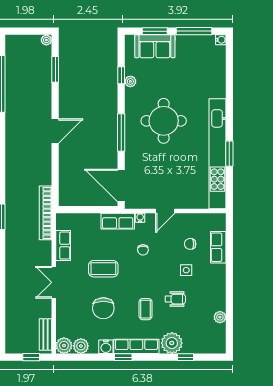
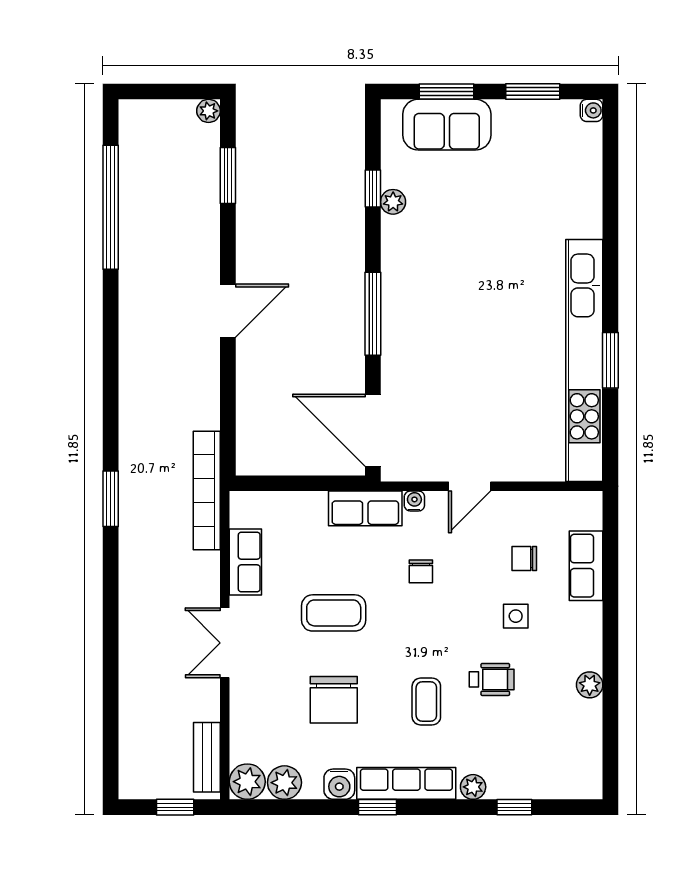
window: (194, 31) -> (533, 91), width x0.69
round table: (164, 121) -> (466, 288), removed
plant: (220, 317) -> (590, 685), moved
plant: (172, 343) -> (473, 787), width x0.53, depth x0.53

